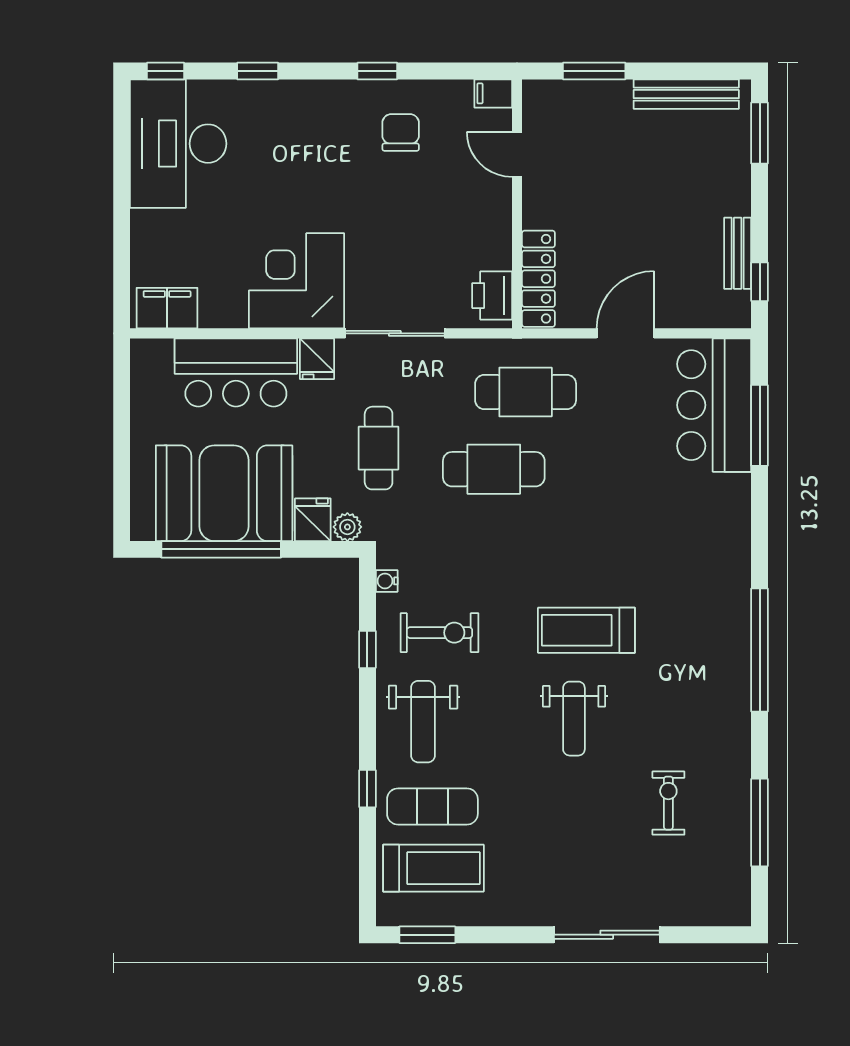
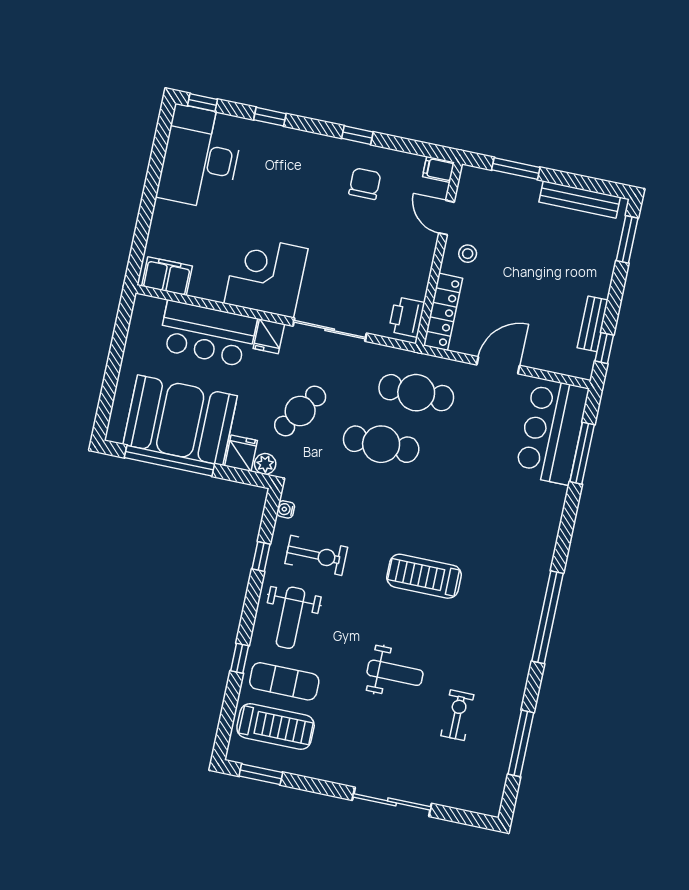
stool: (555, 196) -> (468, 254), added
cafe table: (379, 448) -> (300, 411), turned 34
weight bench: (574, 719) -> (395, 673), moved, turned -90

